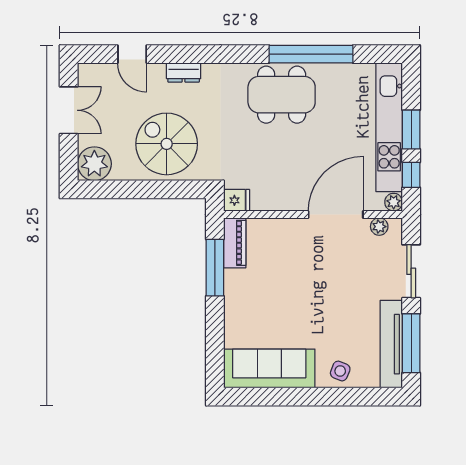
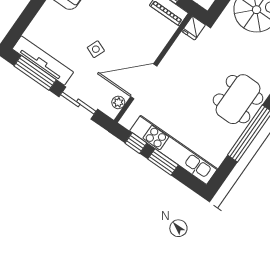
plant: (394, 202) -> (127, 121), removed
door: (336, 215) -> (144, 81), swing flipped
side table: (340, 371) -> (96, 49), moved

